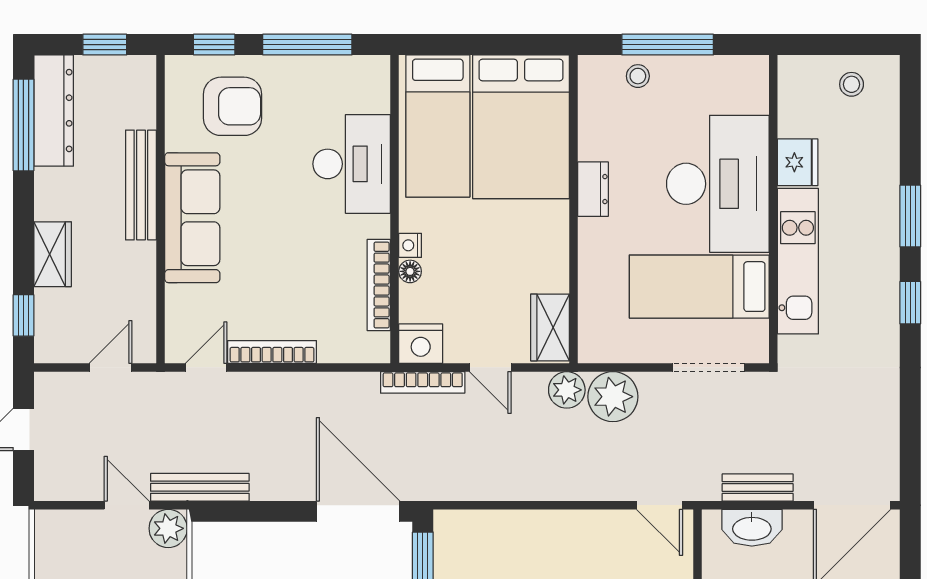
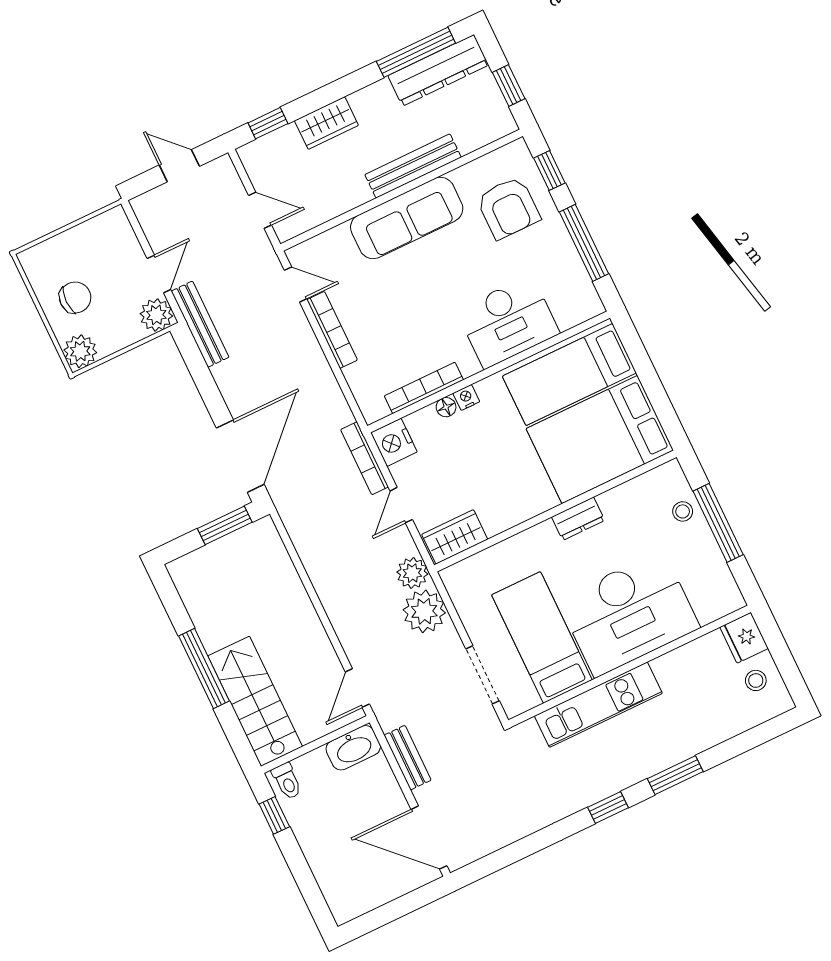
fridge: (798, 162) -> (744, 638), moved, turned 90
washbasin: (752, 528) -> (353, 748), moved, turned -90

